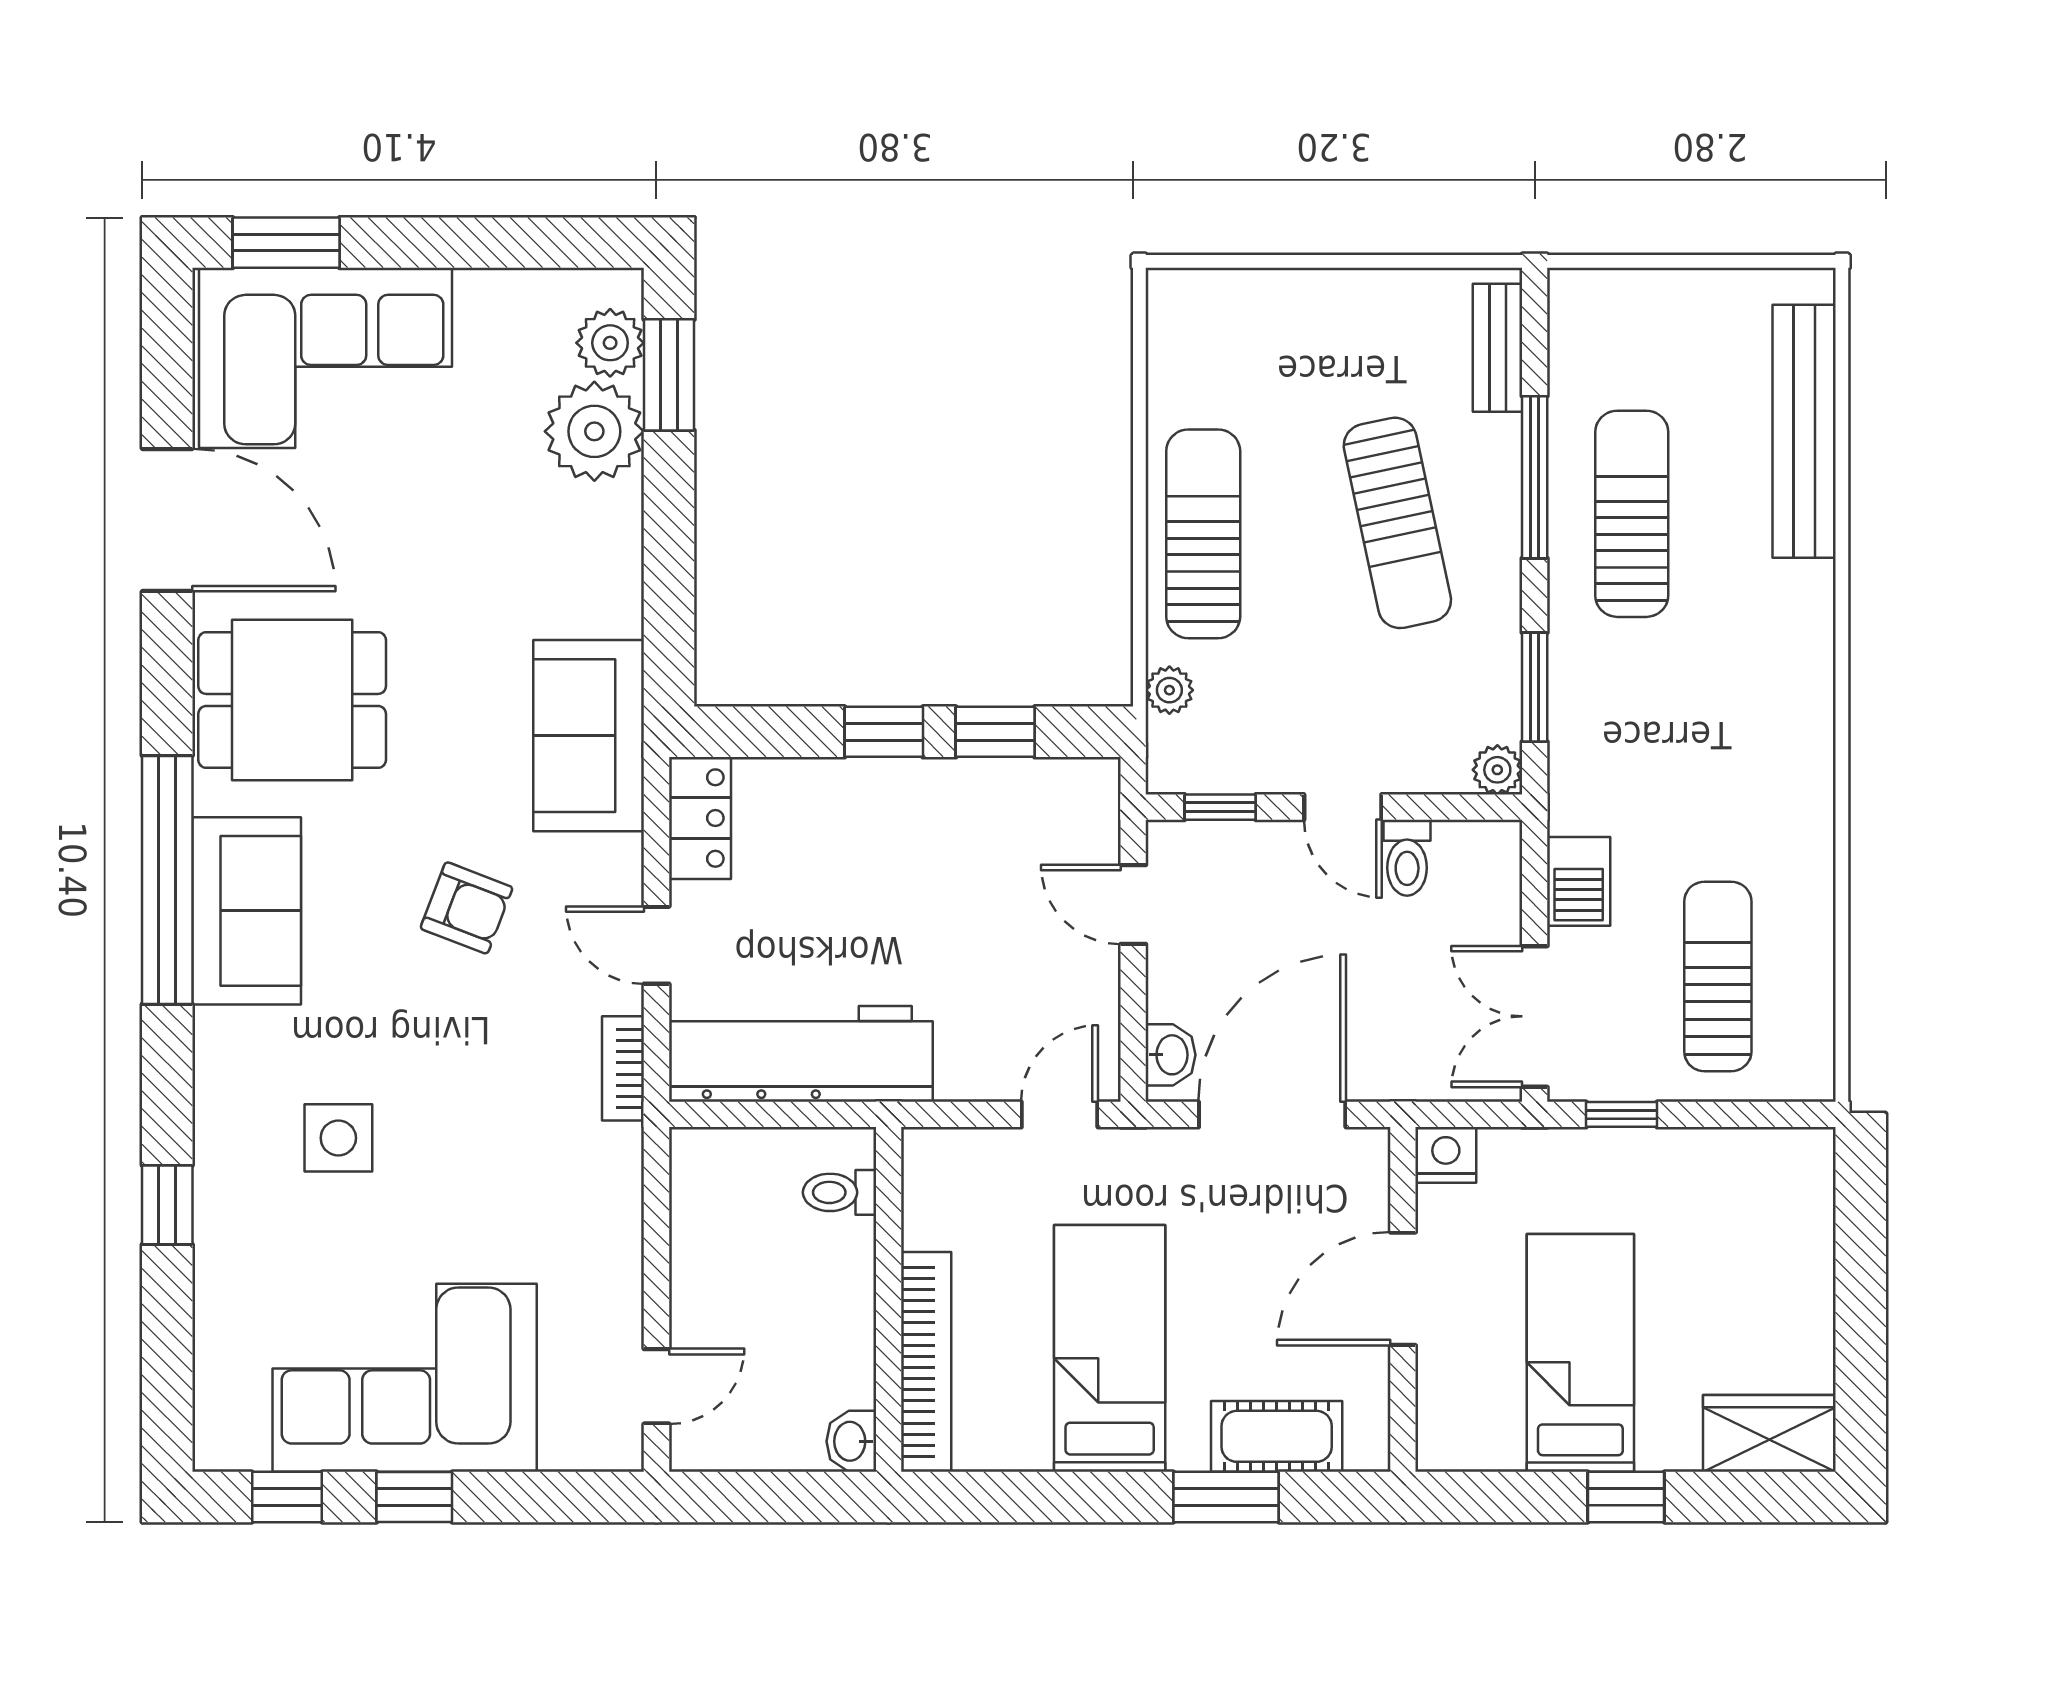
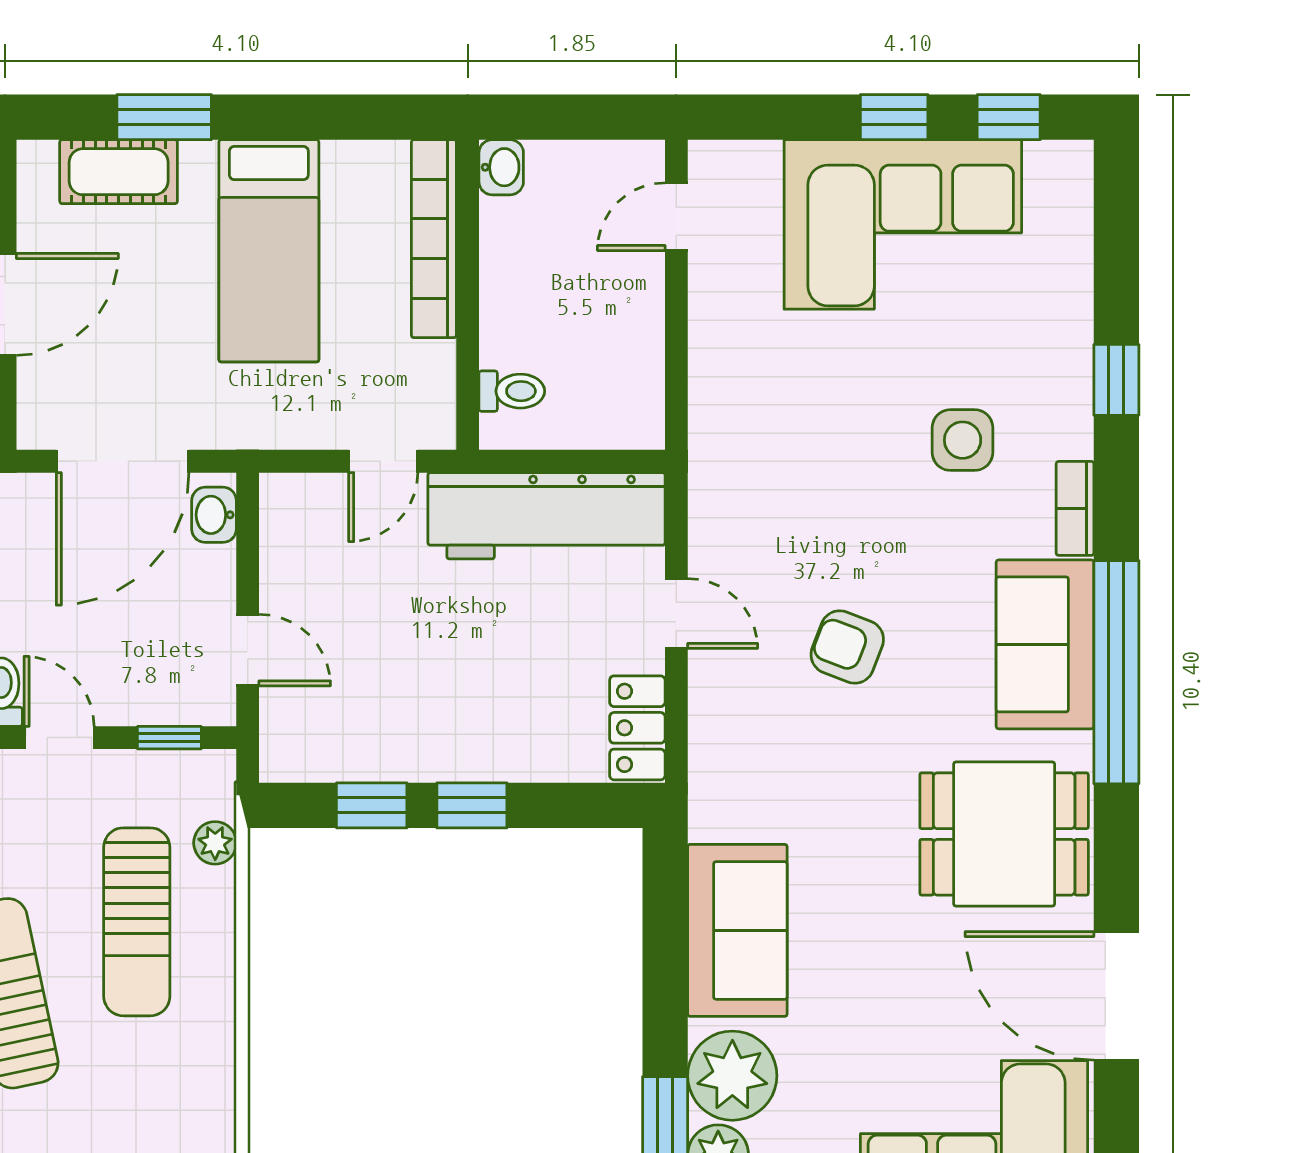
sun lounger: (1203, 534) -> (137, 922), moved
sofa: (589, 736) -> (737, 930), moved
bookcase: (623, 1068) -> (1075, 508), moved, turned 180
door: (1060, 1114) -> (383, 461), moved

